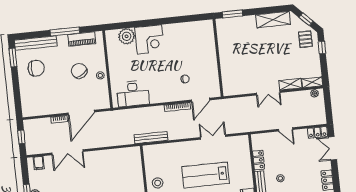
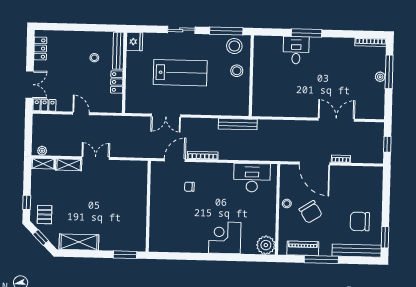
plant: (127, 36) -> (266, 245), moved
door: (81, 113) -> (314, 163), swing flipped
filing cabinet: (39, 163) -> (371, 112), removed

